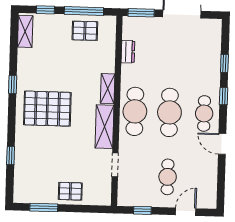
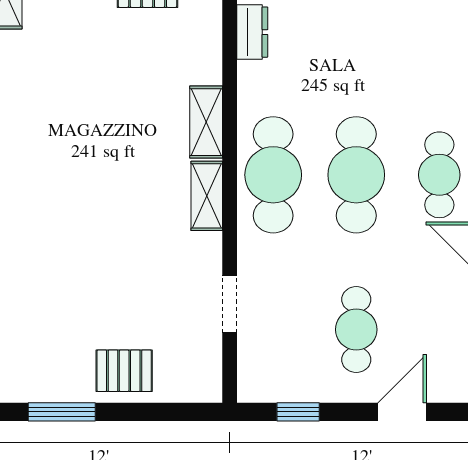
pallet: (47, 109) -> (63, 174), removed
shelving: (105, 127) -> (207, 196), width x0.67, depth x0.75

